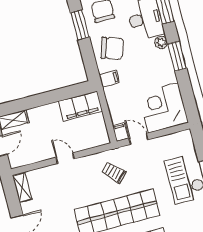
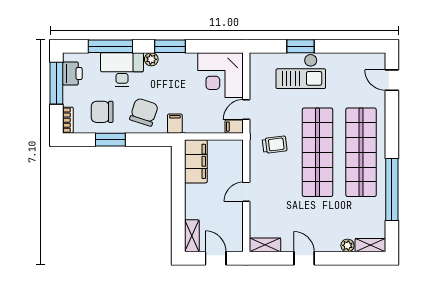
trolley: (114, 172) -> (275, 145), turned -142

